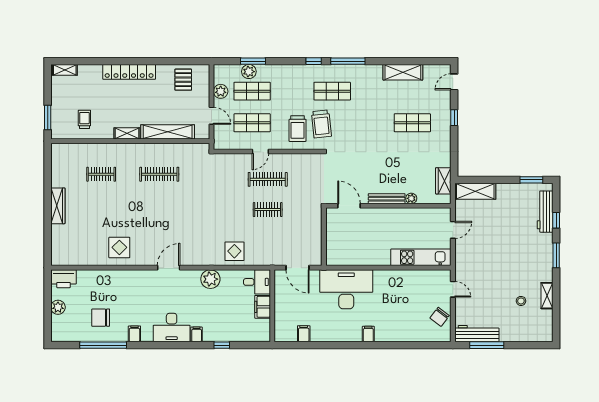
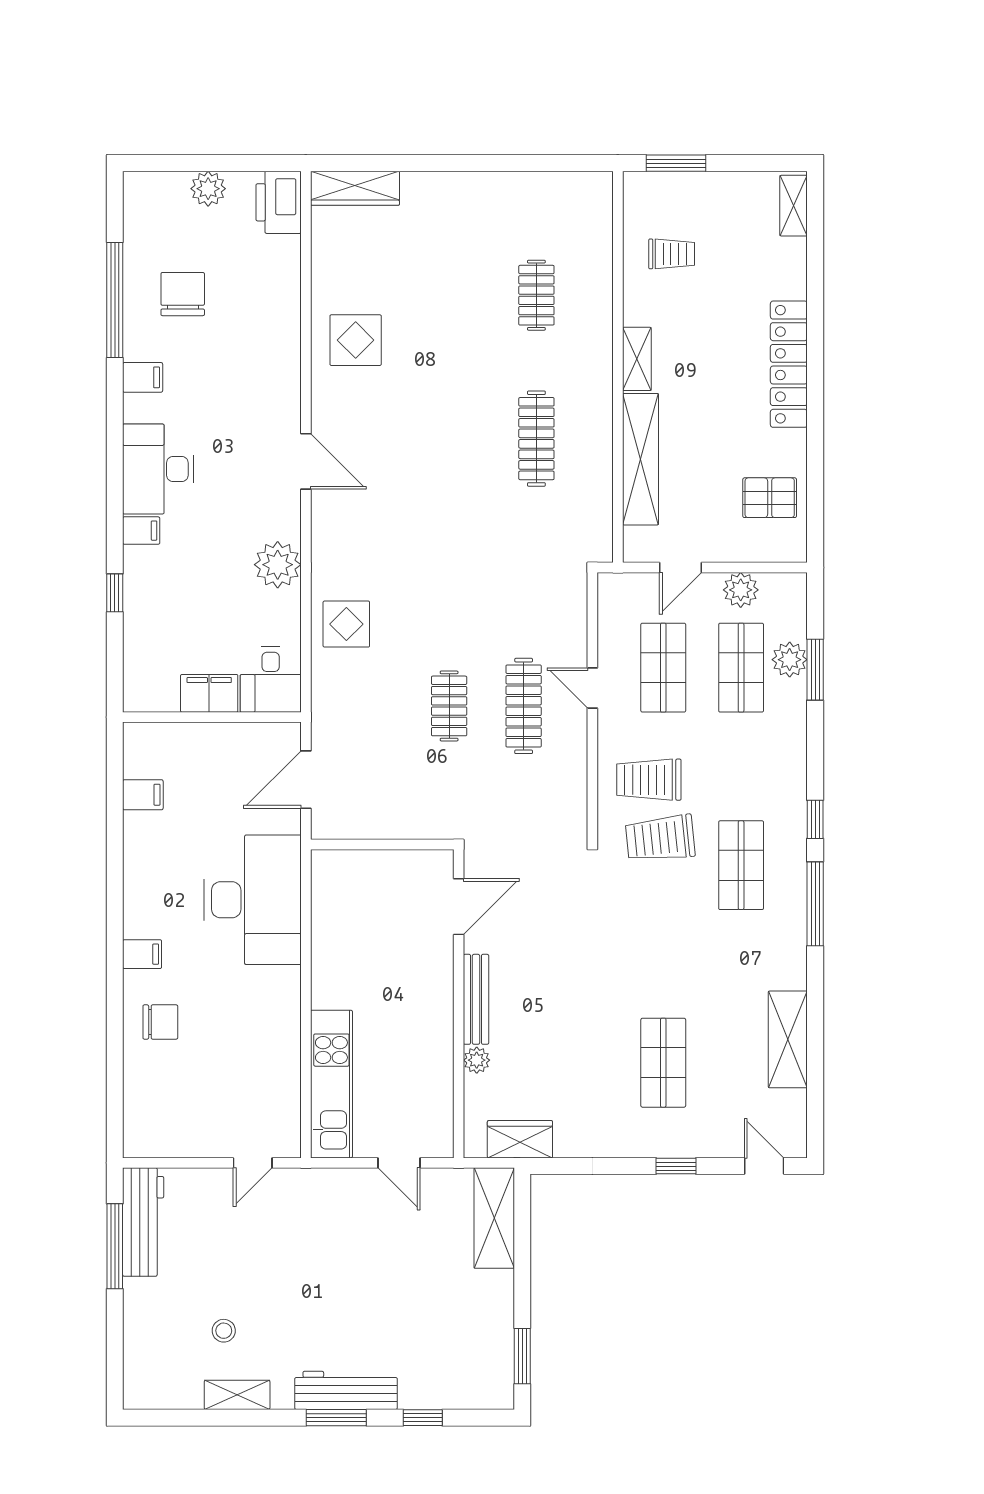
wardrobe: (58, 206) -> (355, 188), moved
workbench: (545, 212) -> (346, 1390), moved
chair: (440, 317) -> (160, 1022), moved, turned 143

